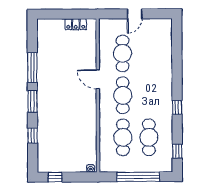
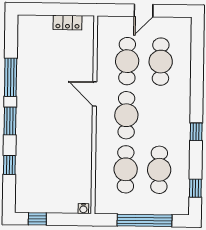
cafe table: (149, 53) -> (161, 62), added

